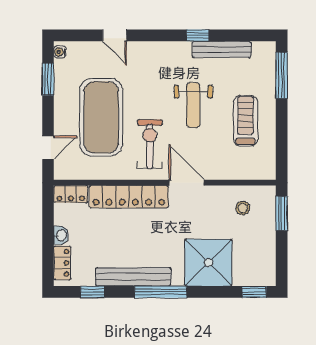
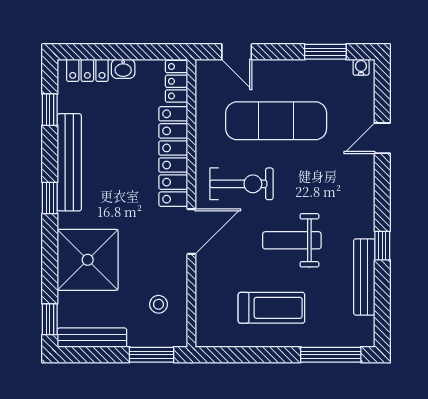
exercise mat: (101, 117) -> (276, 121), width x0.68
bench: (268, 259) -> (92, 338), added
window: (161, 292) -> (50, 198), width x0.46

